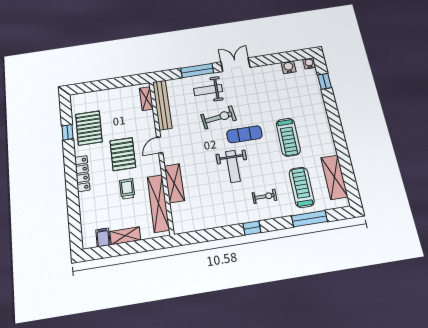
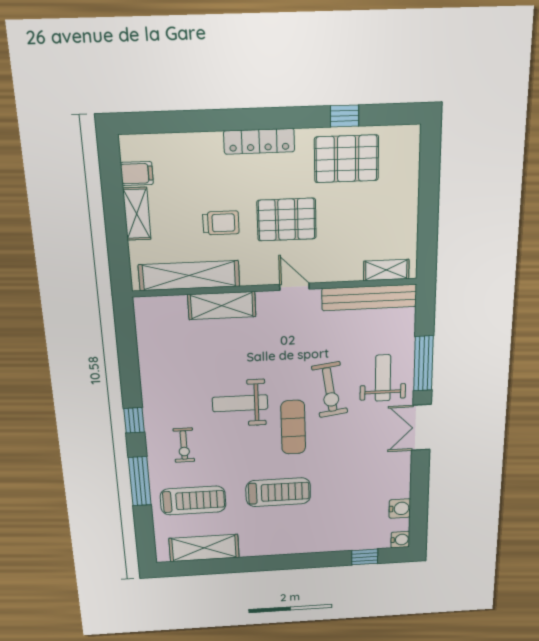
double door: (235, 65) -> (421, 427), swing flipped
treadmill: (288, 137) -> (278, 492), turned 180
window: (309, 219) -> (140, 481), moved

